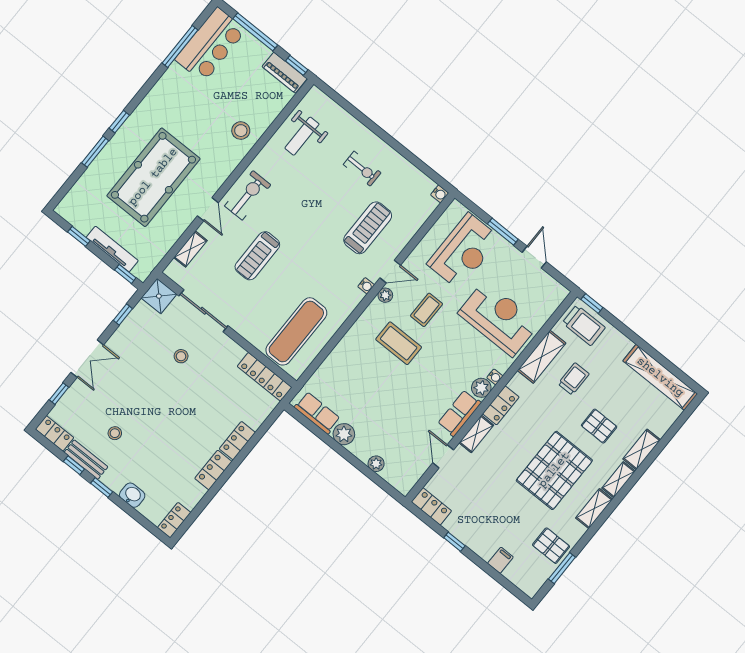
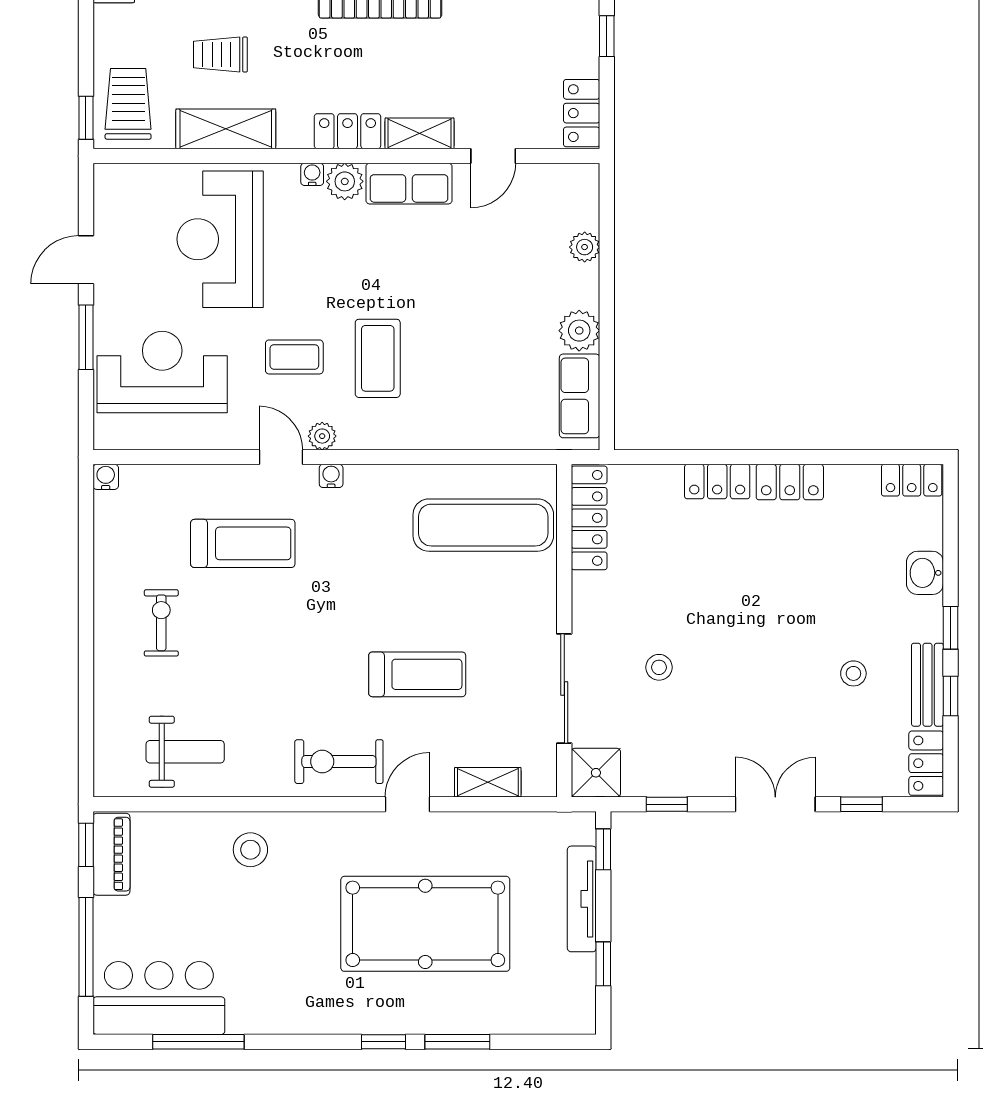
treadmill: (368, 228) -> (243, 543), turned 180

